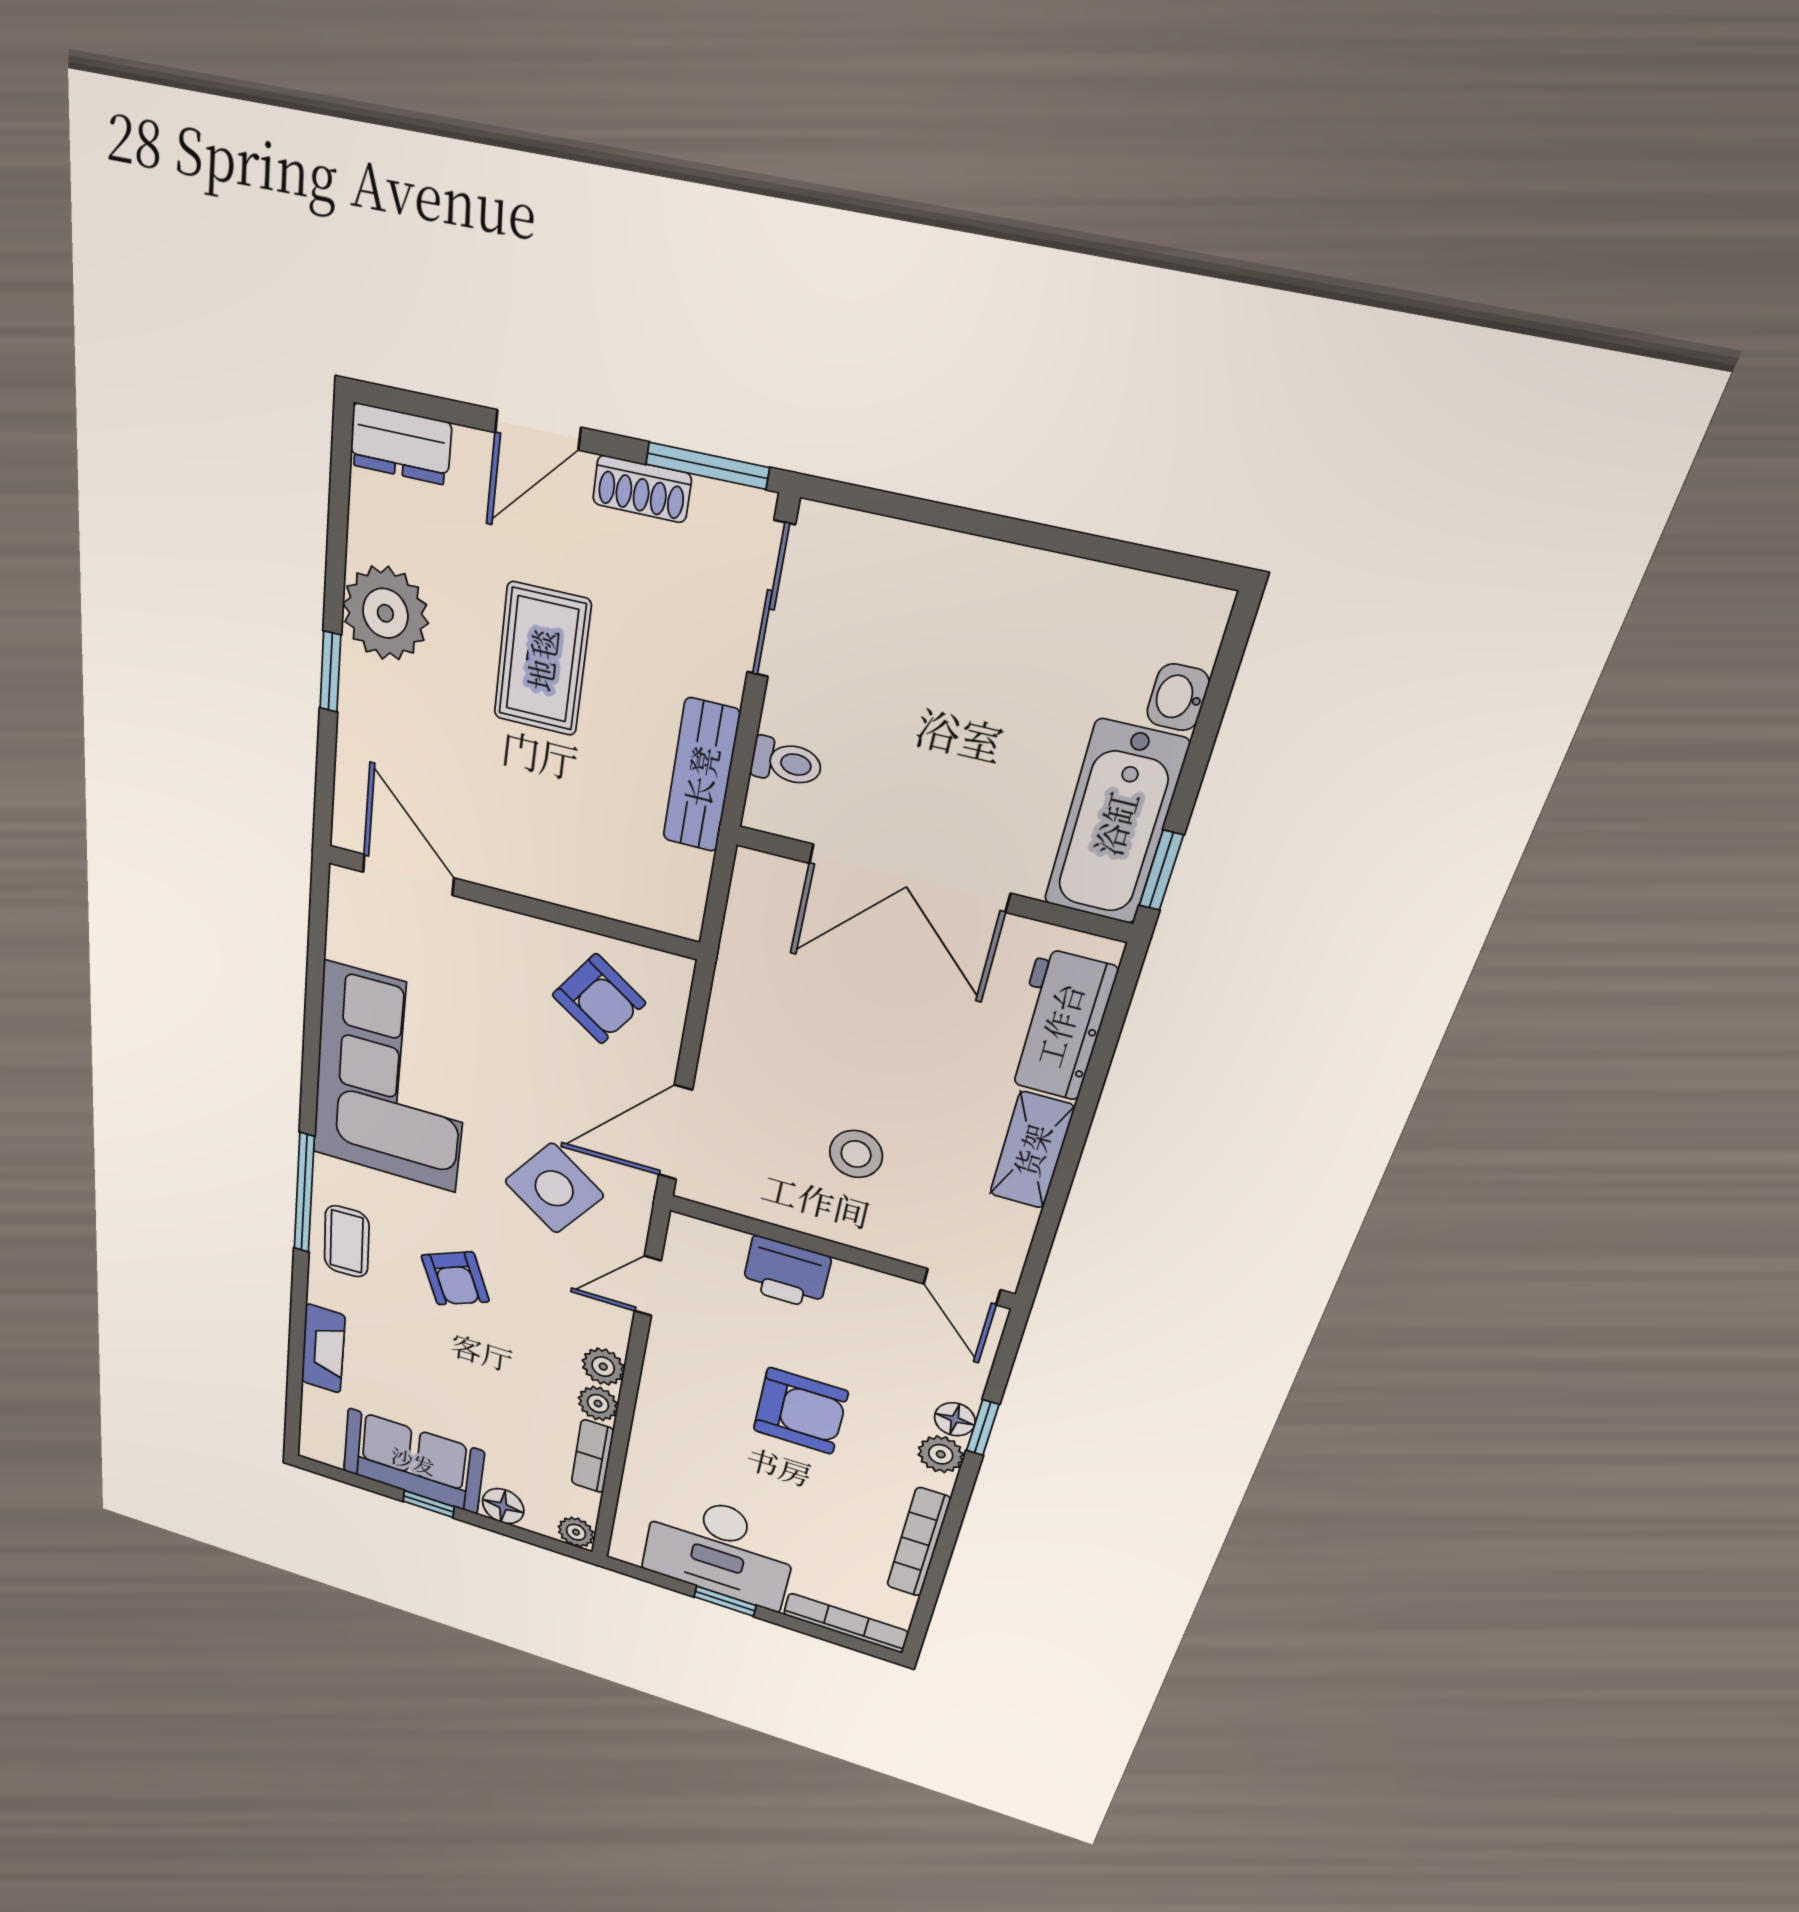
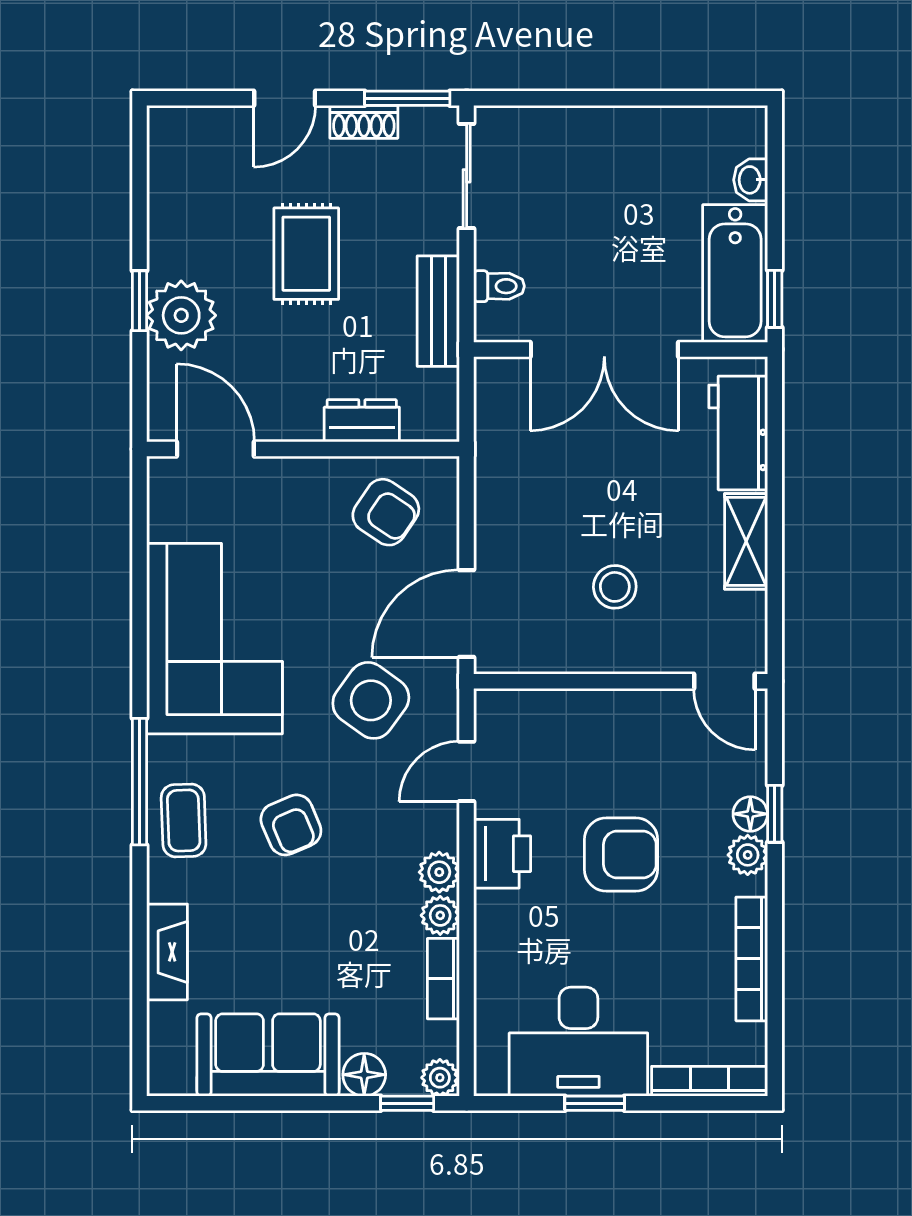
dresser: (400, 444) -> (362, 421), moved, turned 180
plant: (385, 613) -> (181, 315), moved
printer: (786, 1273) -> (502, 854), moved, turned -90
window: (429, 1504) -> (407, 1103), moved

